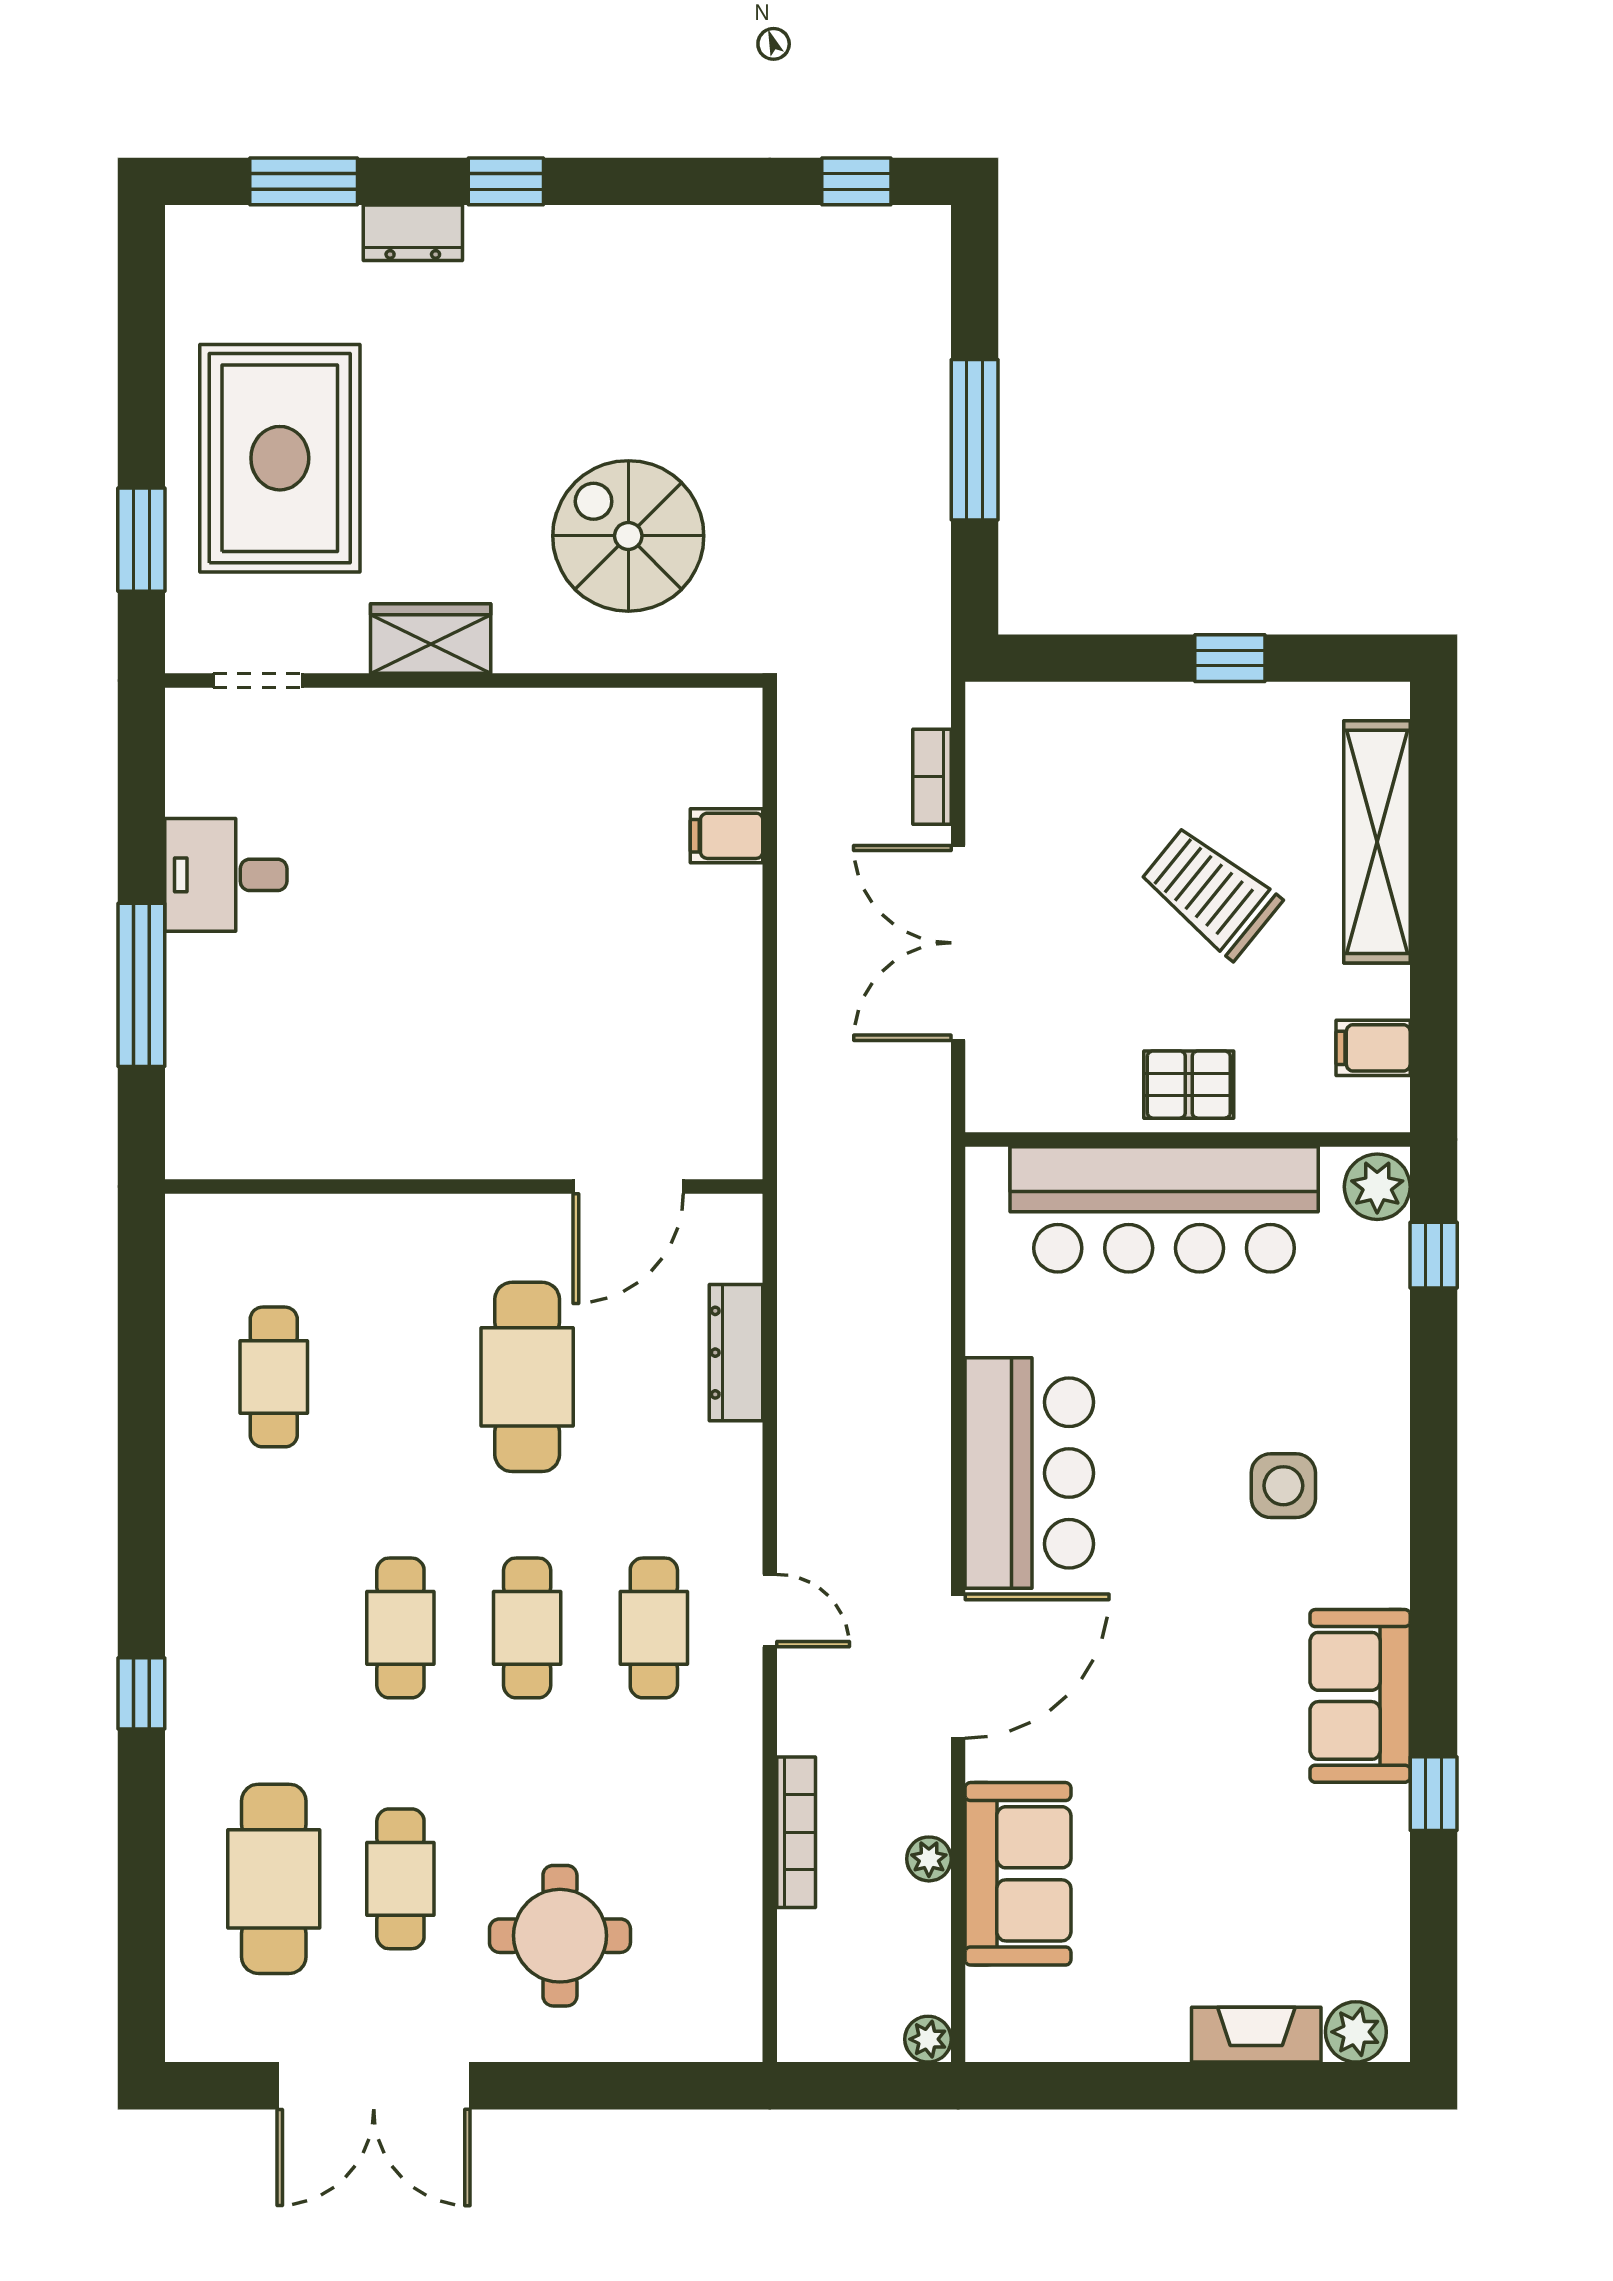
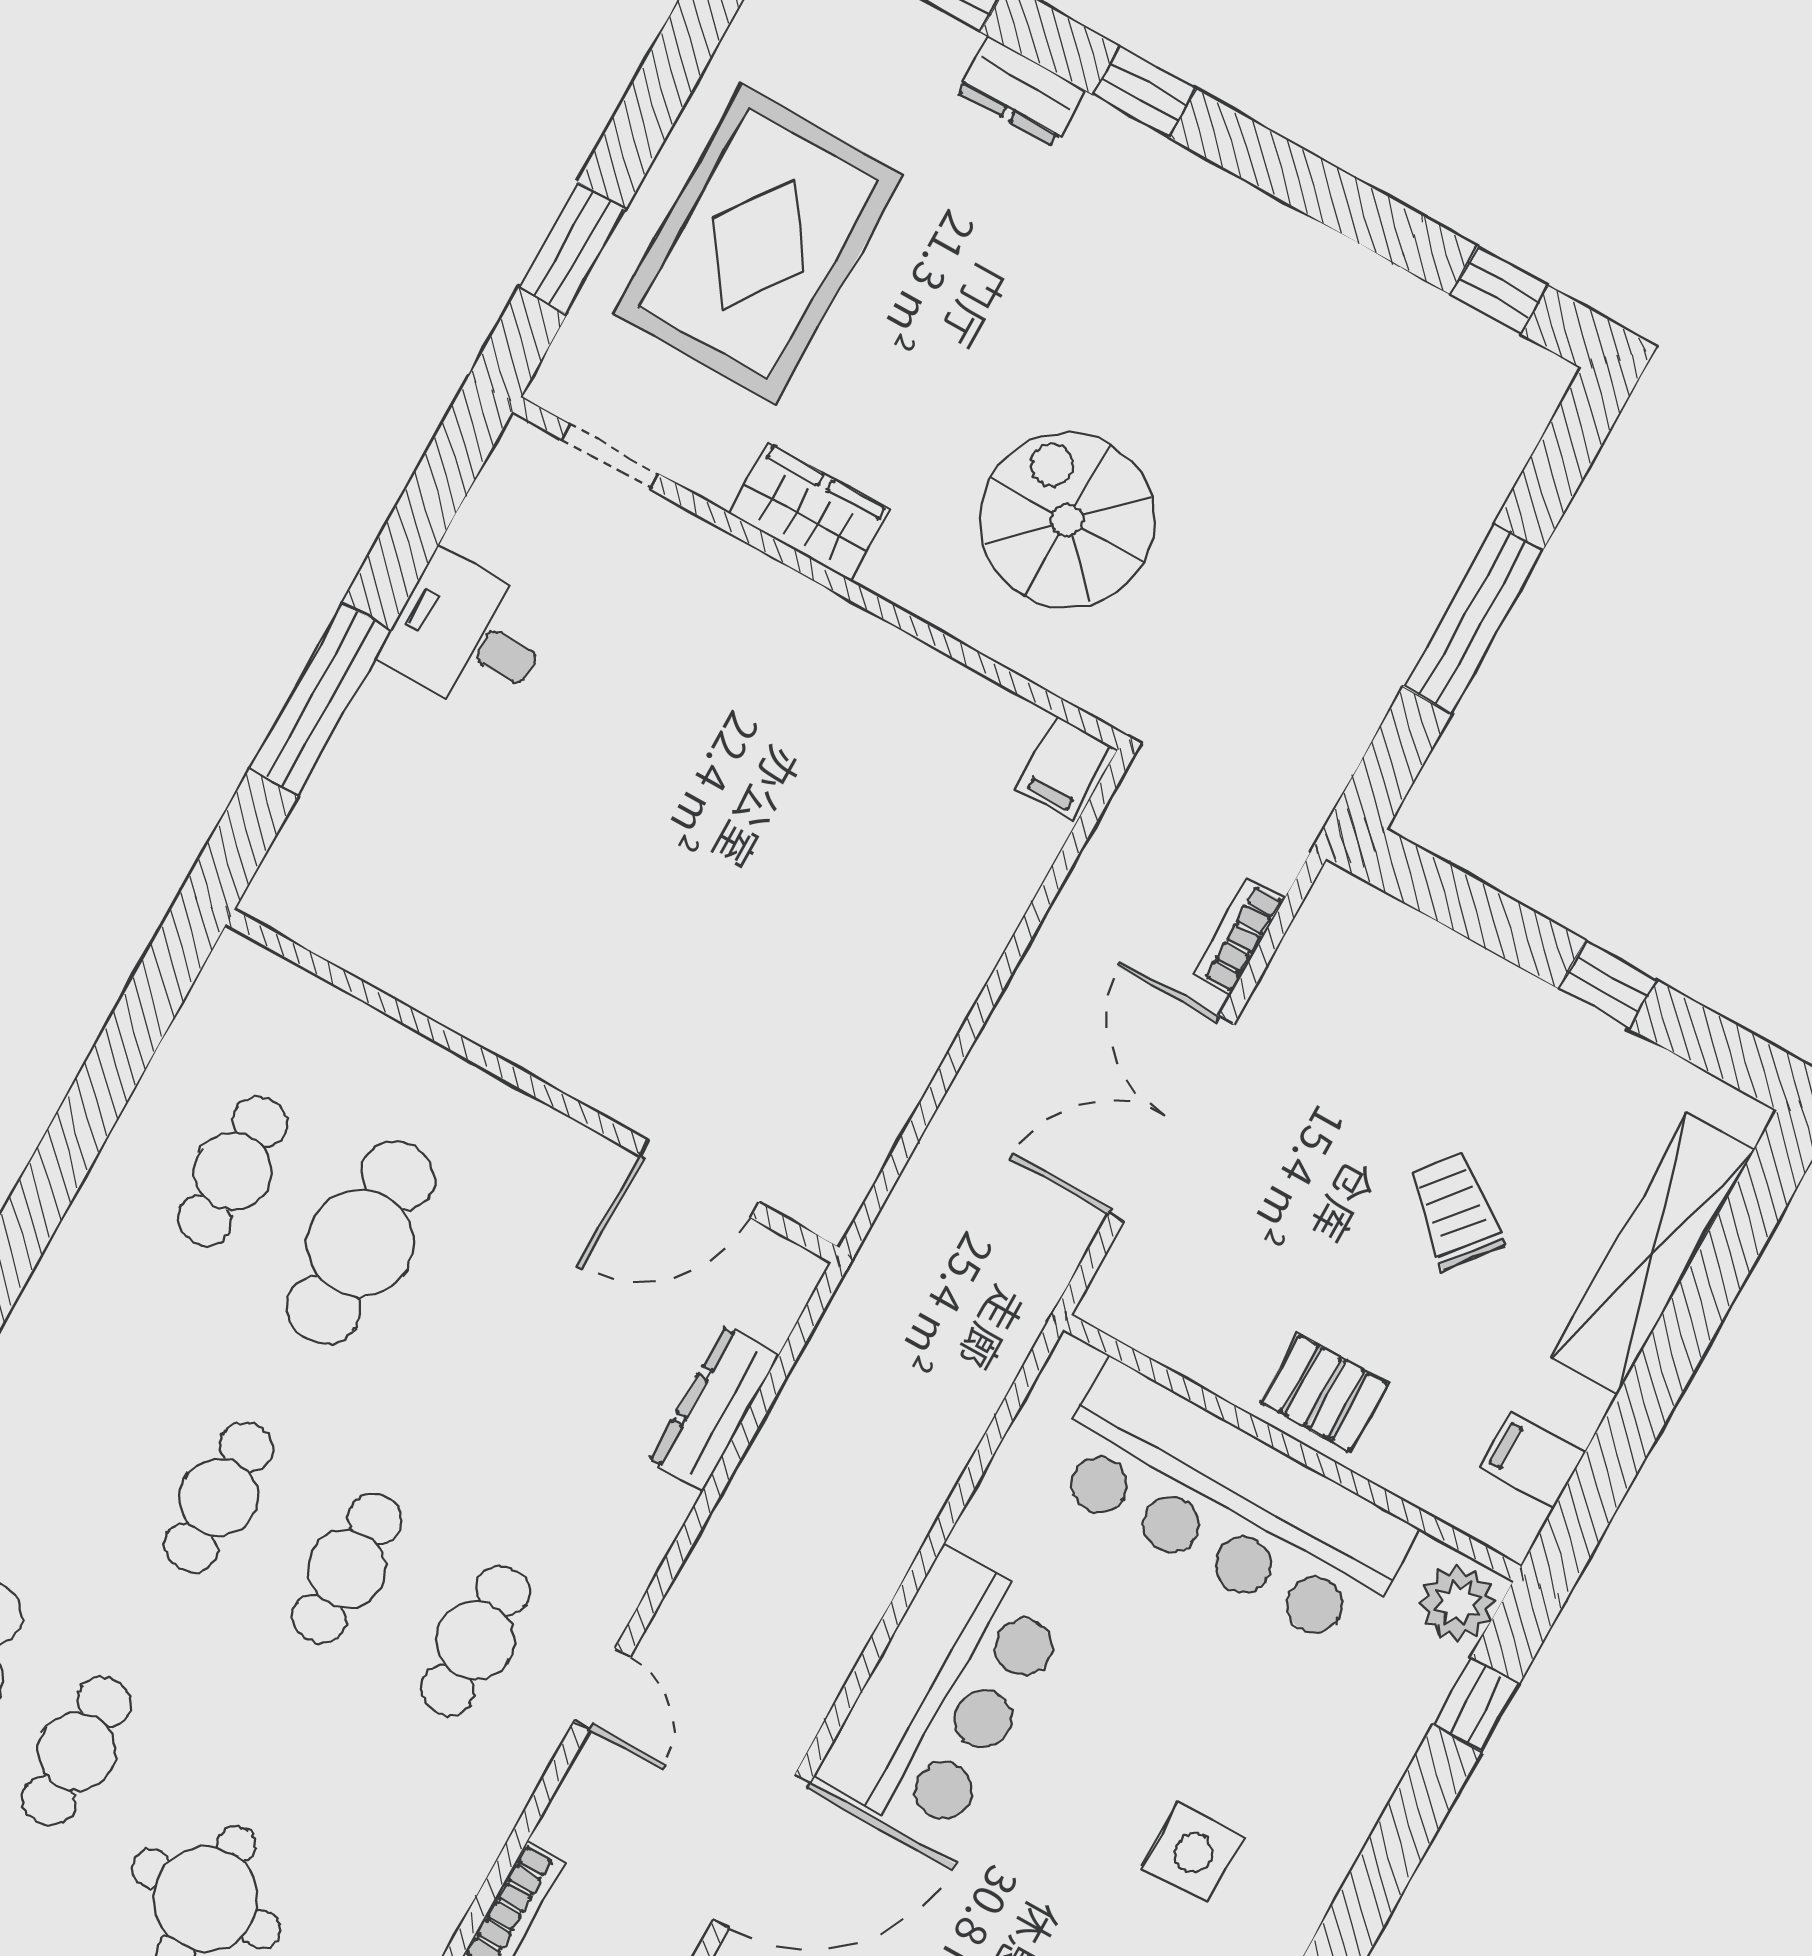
filing cabinet: (727, 836) -> (1065, 768), moved, turned -90
trolley: (1210, 892) -> (1455, 1210), width x0.73, depth x0.72
cafe table: (527, 1377) -> (361, 1243), moved

